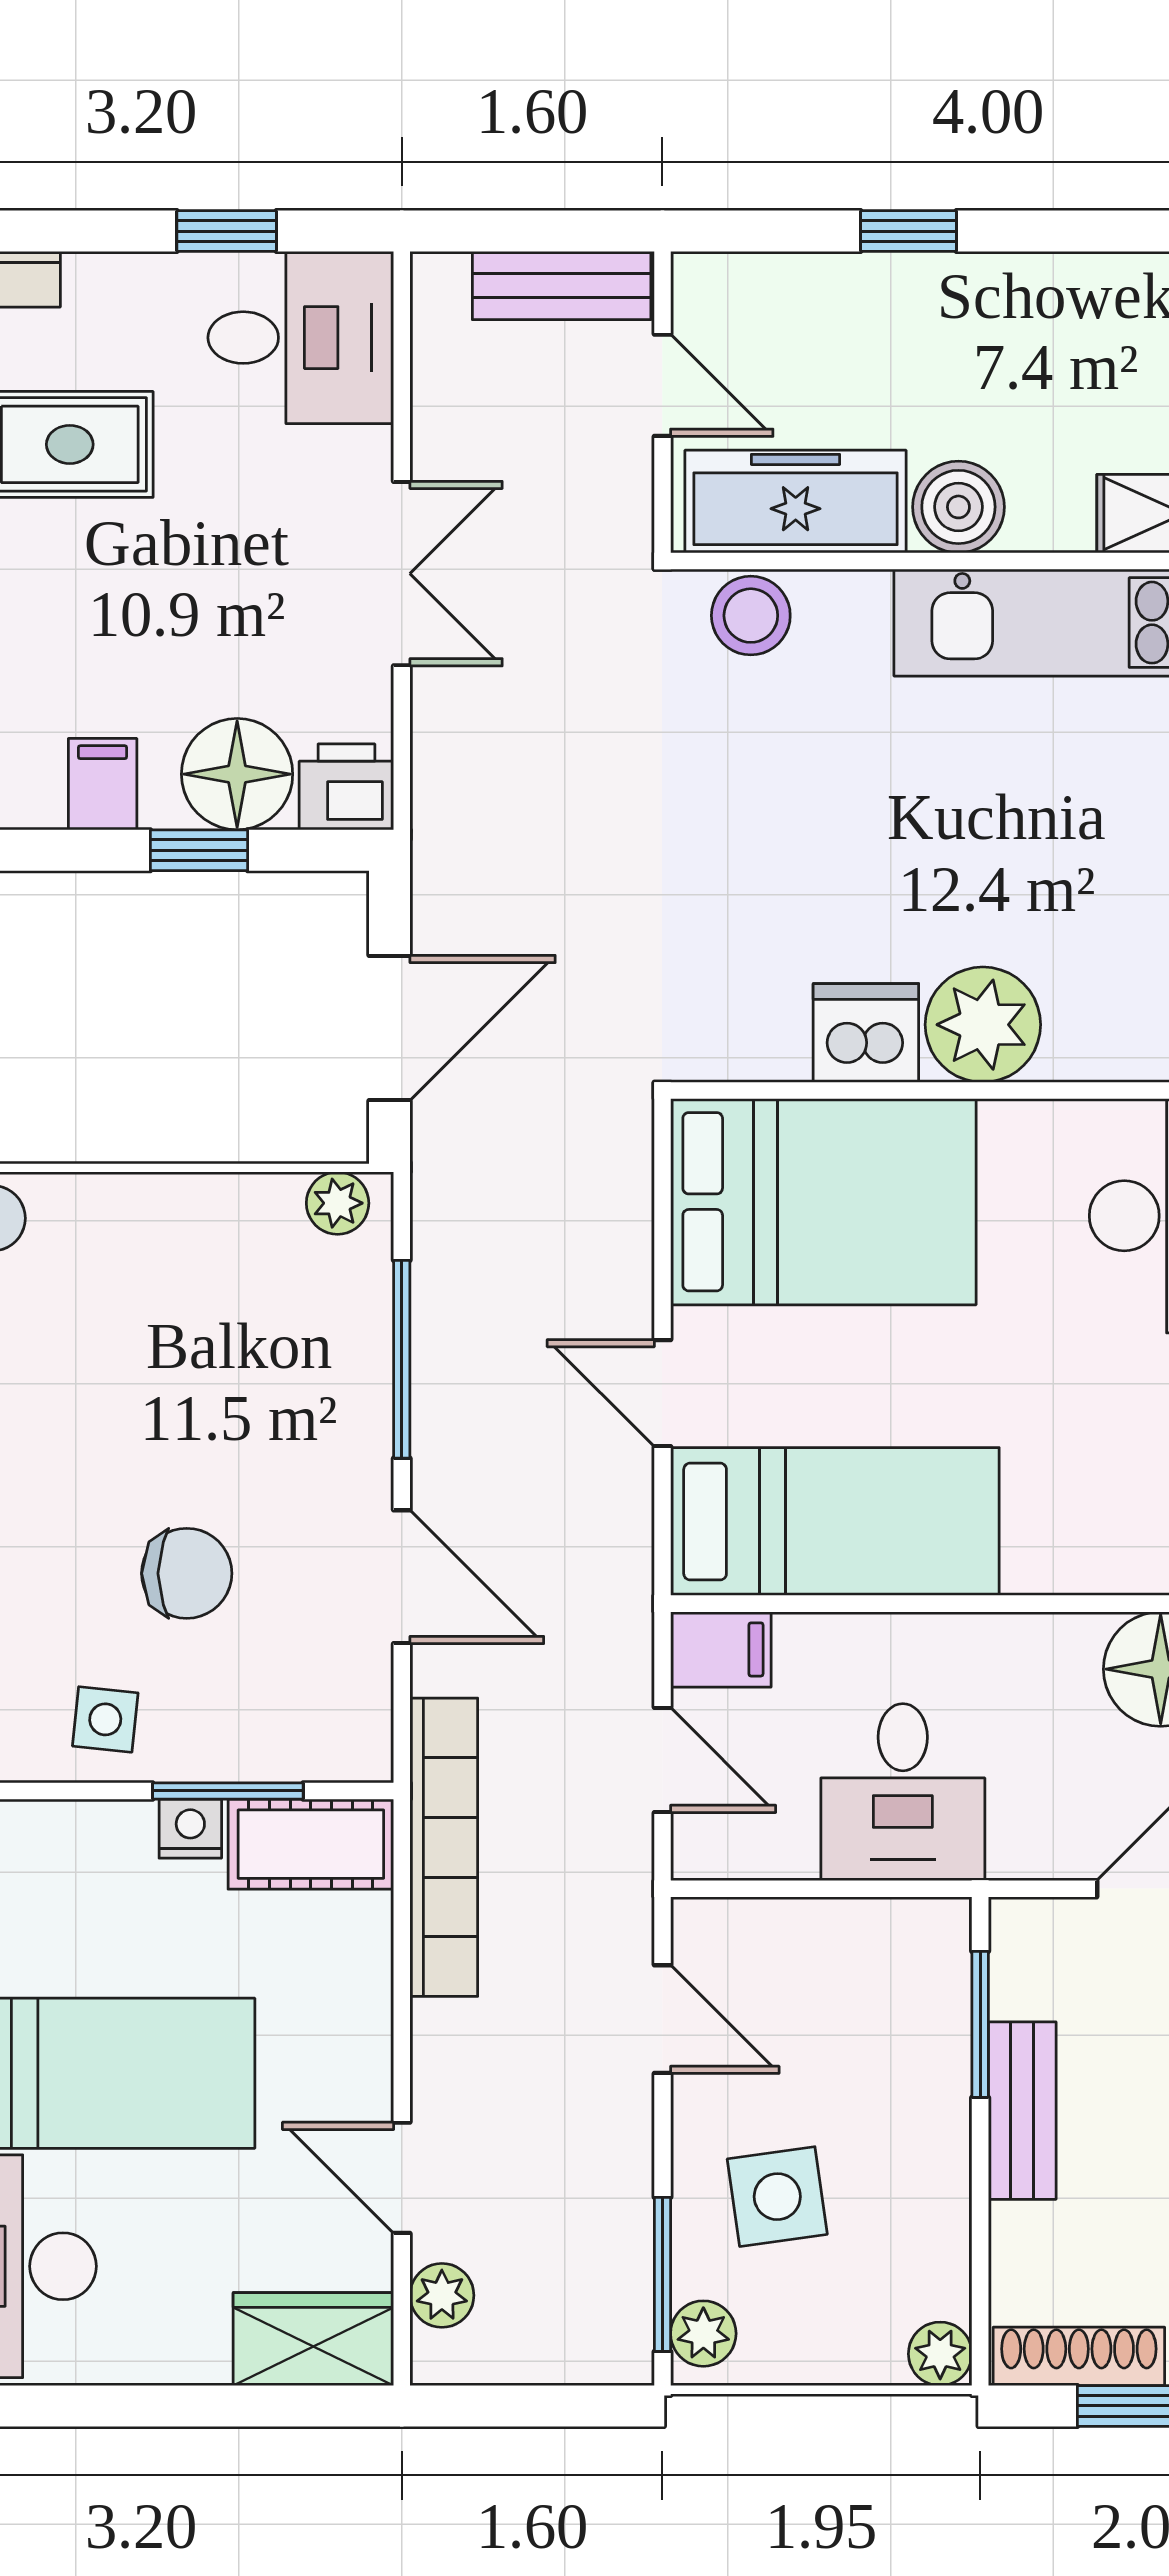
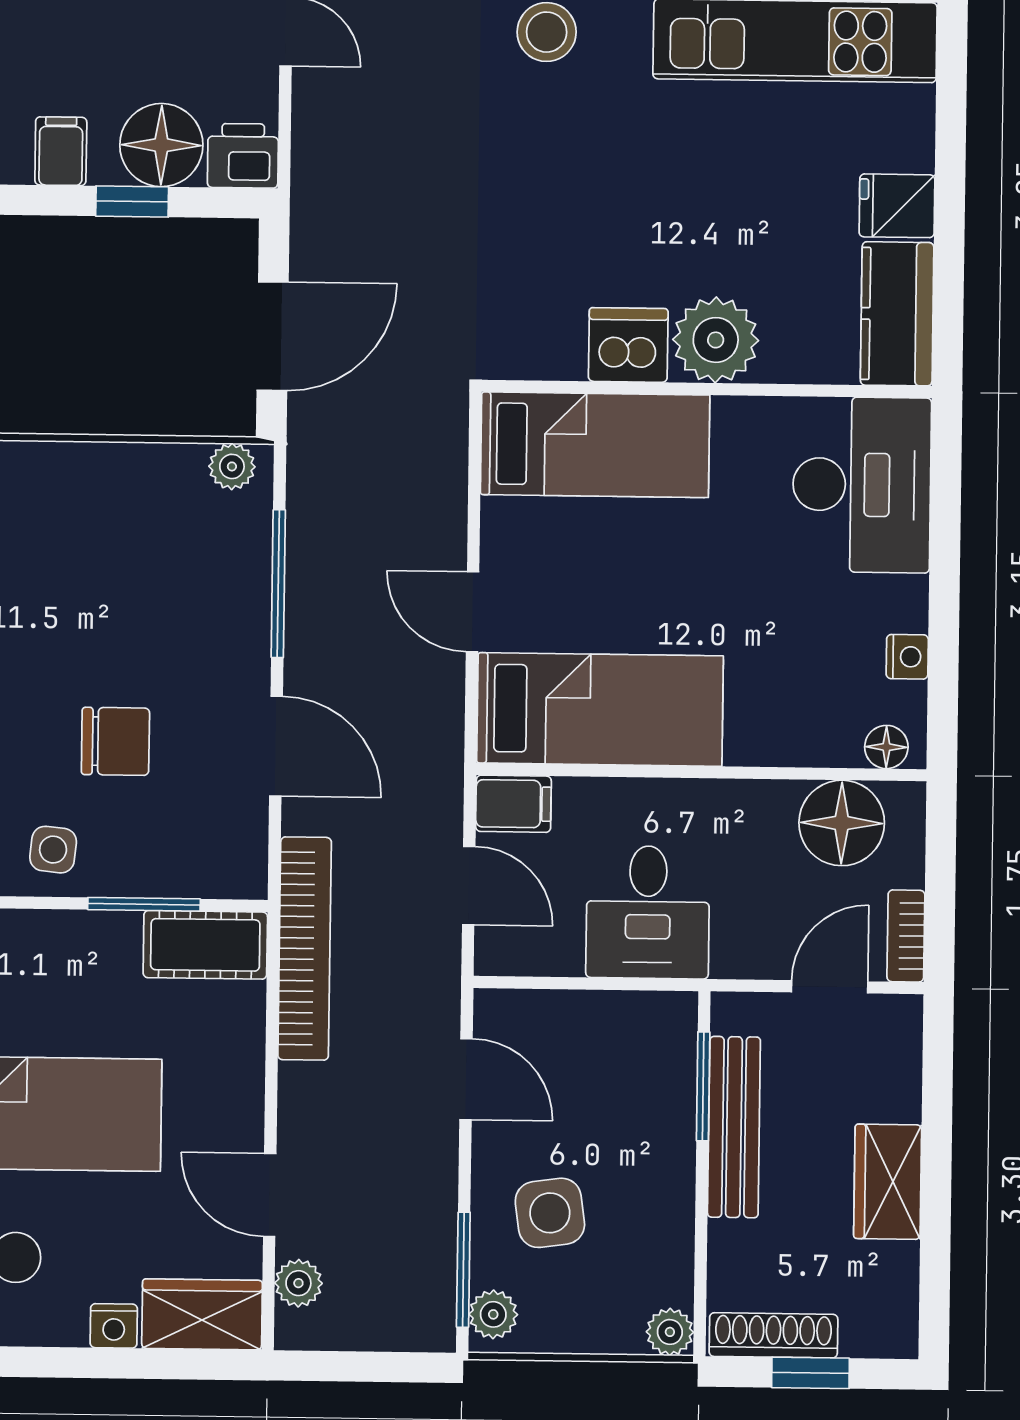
bed: (823, 1202) -> (595, 445), width x0.67
nightstand: (190, 1829) -> (114, 1326), moved, turned 180
bench: (1022, 2111) -> (734, 1127), width x1.36

